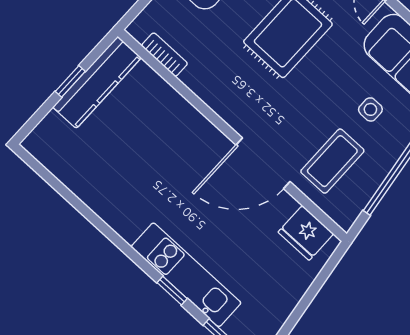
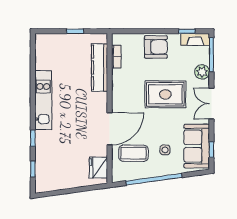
kitchen counter: (97, 82) -> (100, 67), moved, turned 90
door: (263, 163) -> (110, 129), swing flipped
kitchen unit: (186, 275) -> (43, 100), moved

